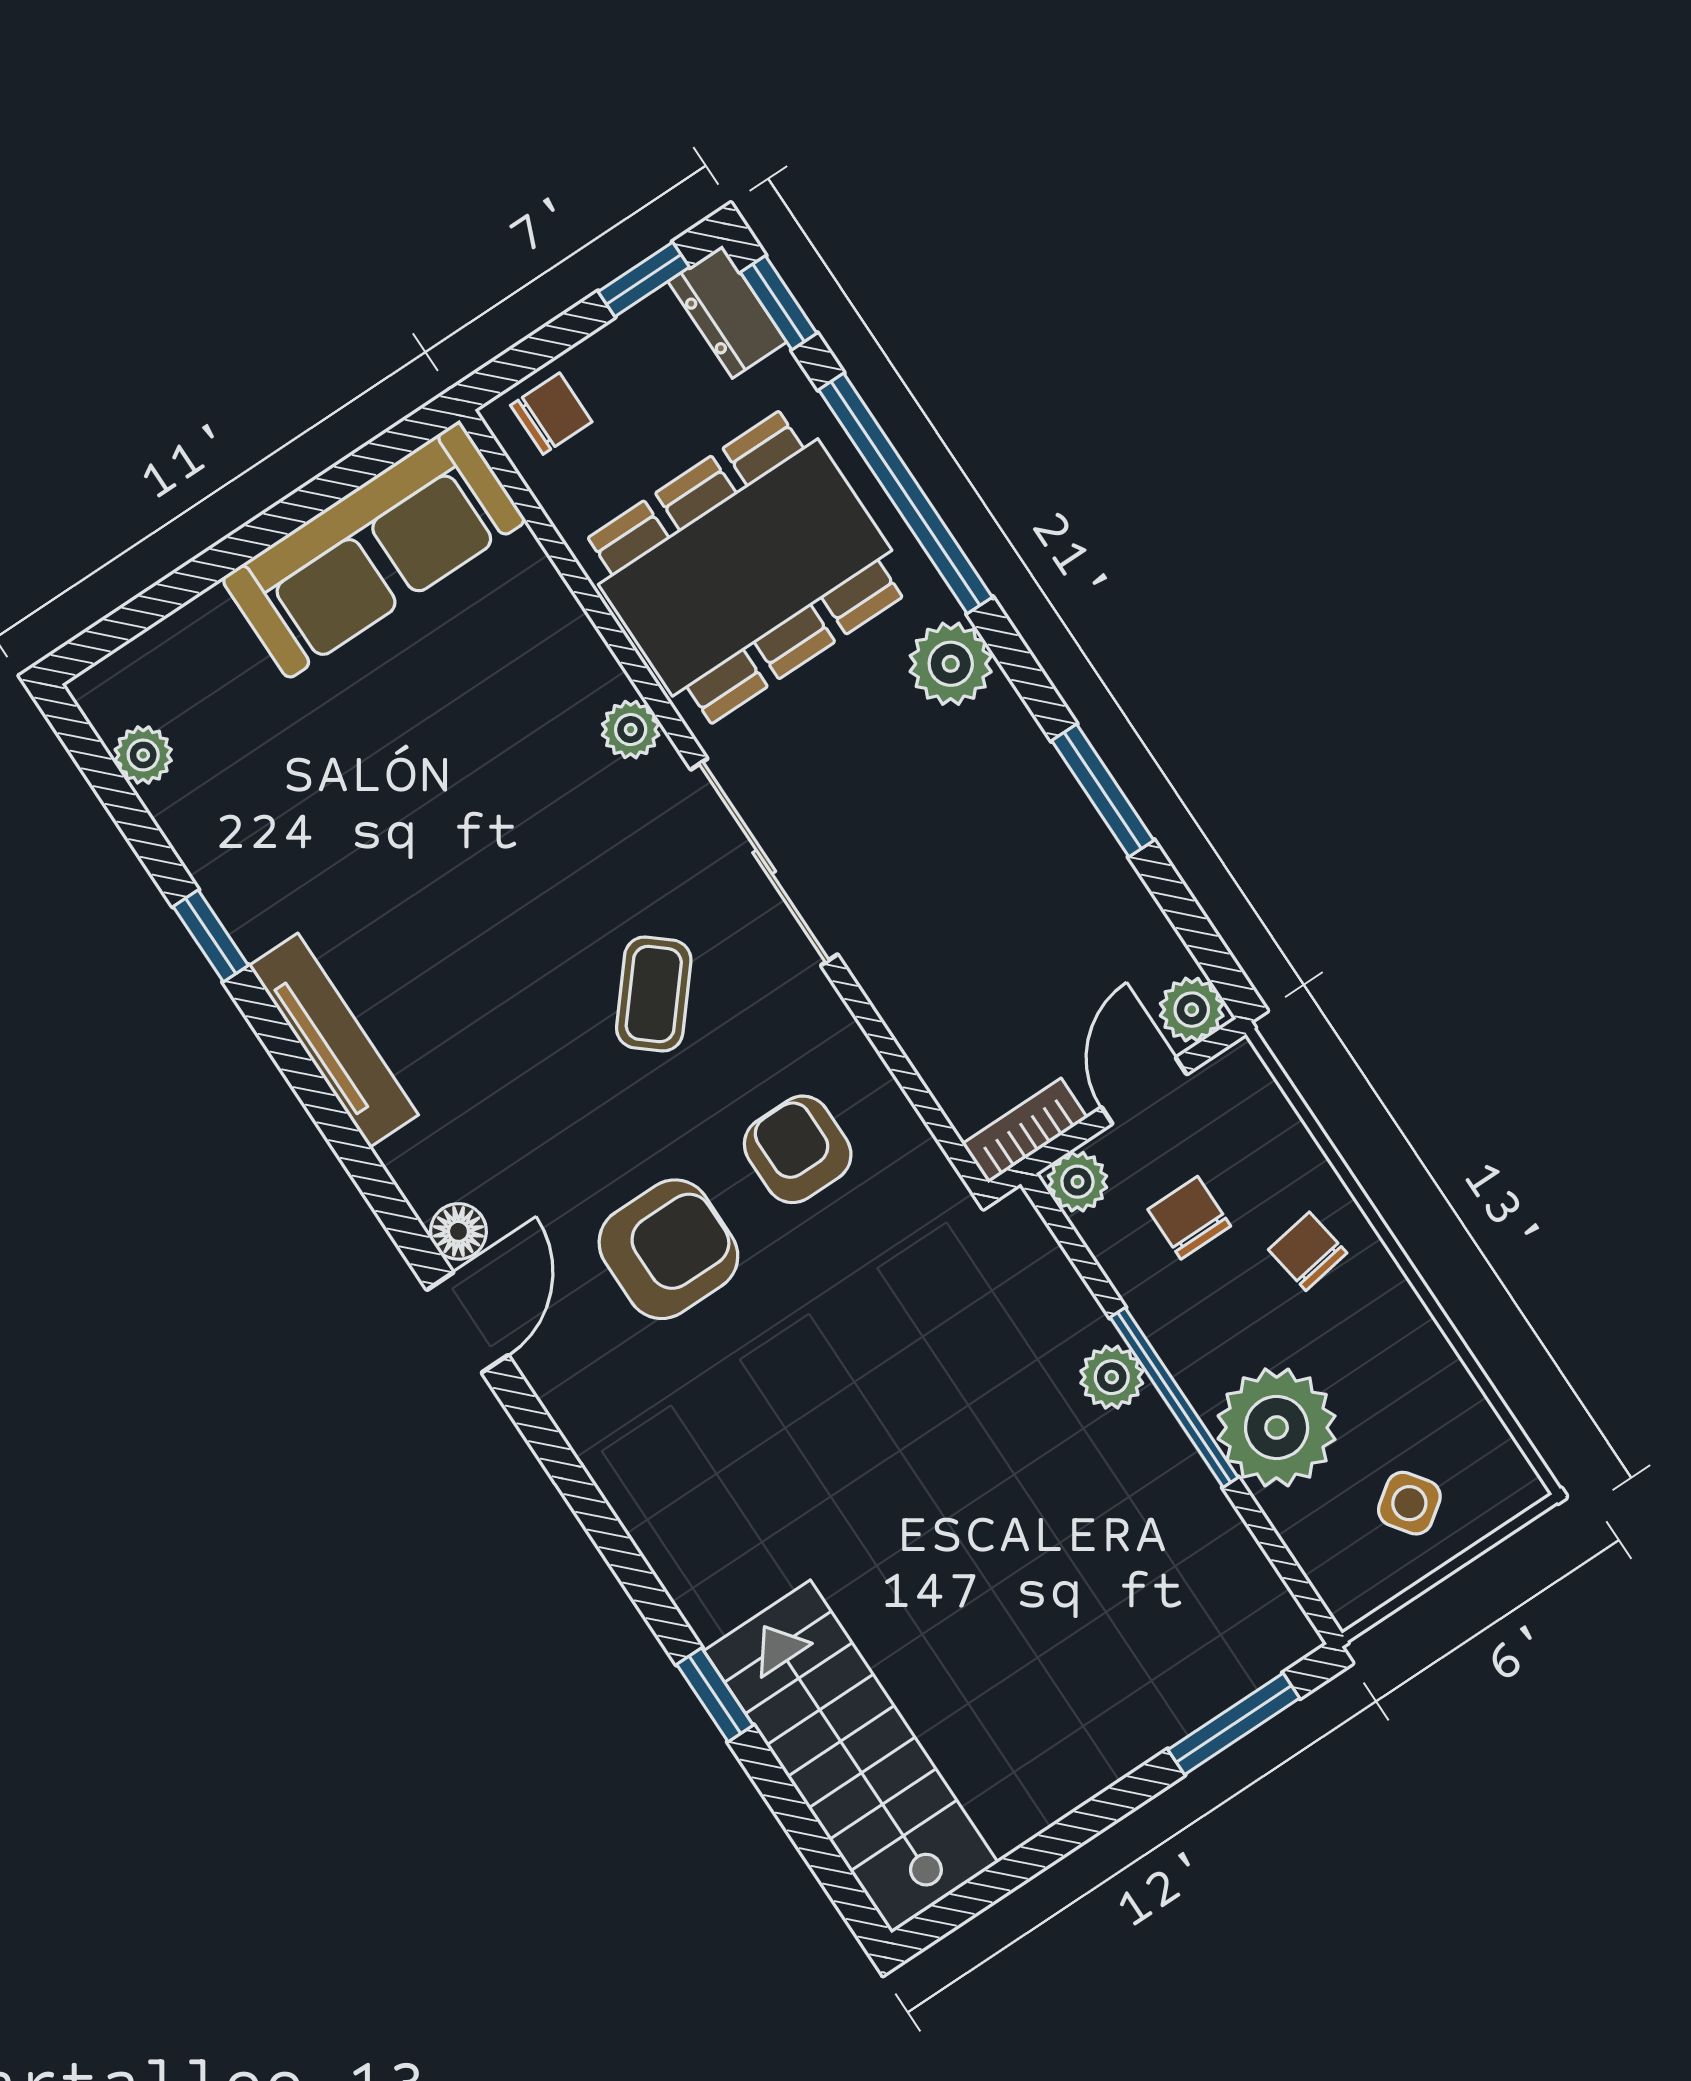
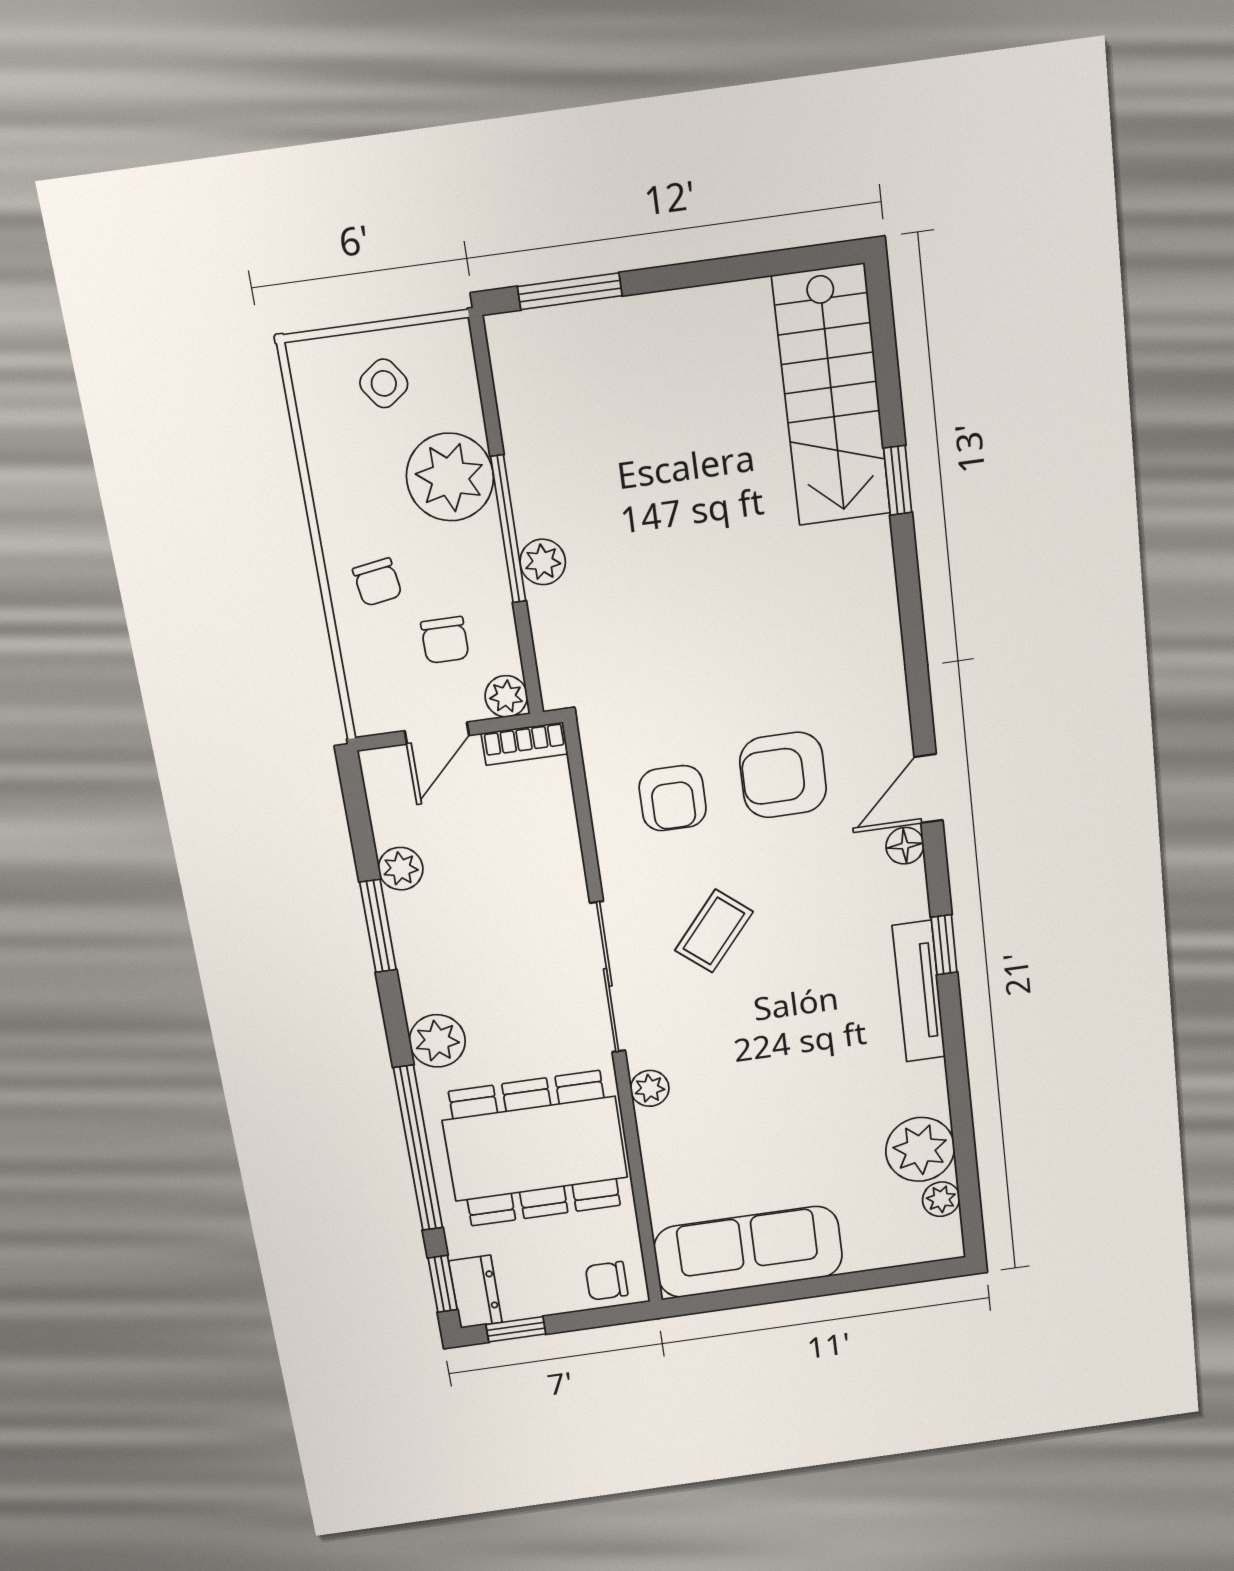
plant: (212, 815) -> (920, 1149), added
window: (211, 936) -> (944, 945), moved
plant: (1192, 1010) -> (401, 869), moved

